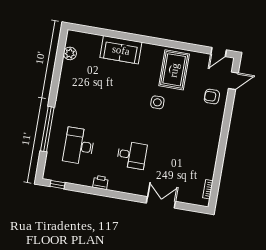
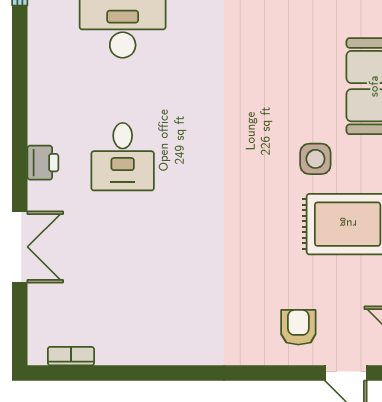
side table: (157, 102) -> (315, 159), moved
printer: (101, 182) -> (43, 163), moved

